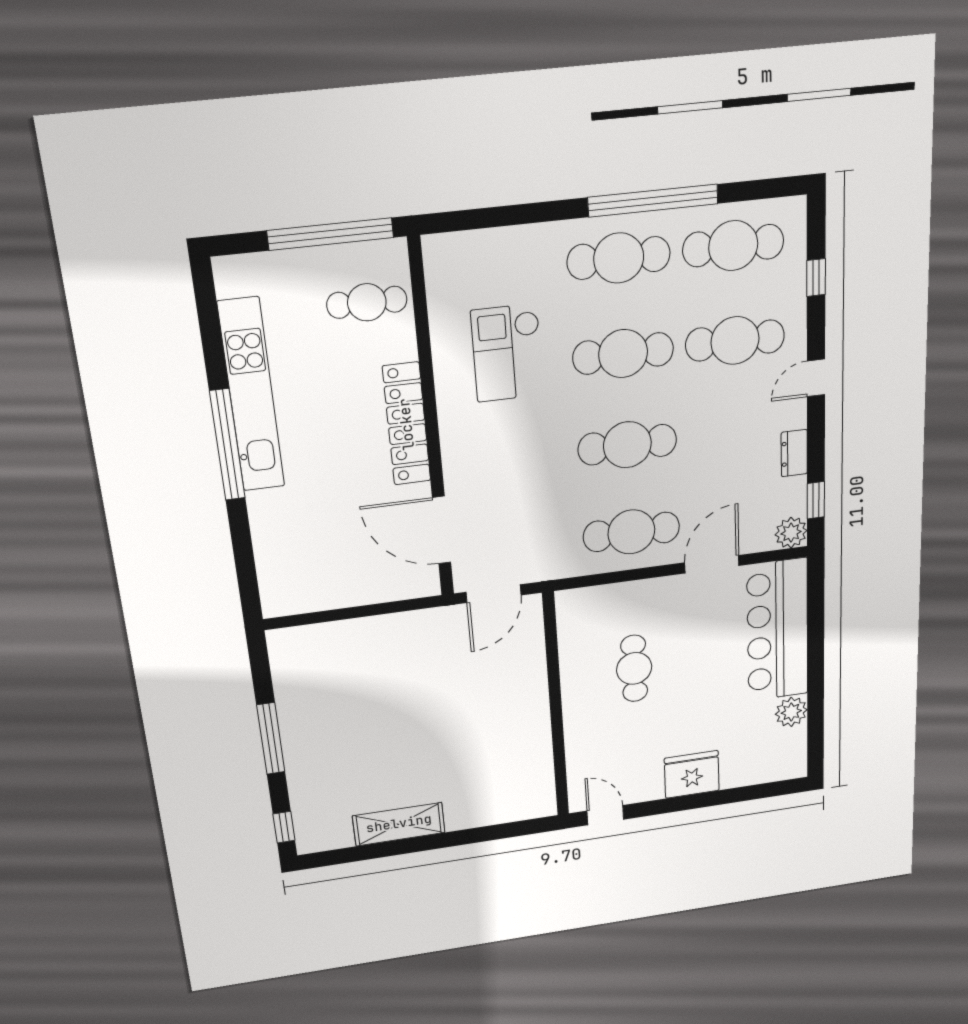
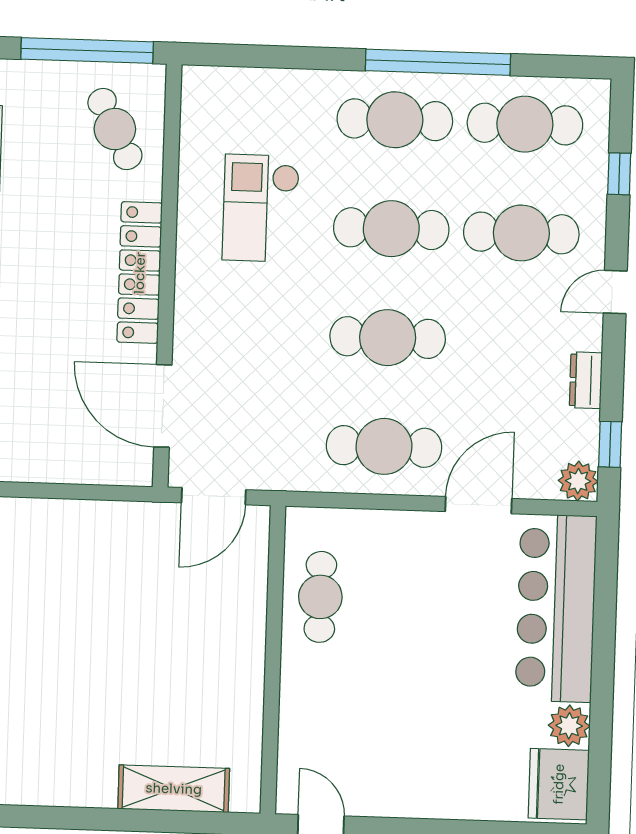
cafe table: (367, 302) -> (115, 129), turned 63
cafe table: (634, 668) -> (320, 597), moved
fridge: (692, 774) -> (559, 784), moved, turned -90
shelving: (399, 824) -> (174, 789), moved

